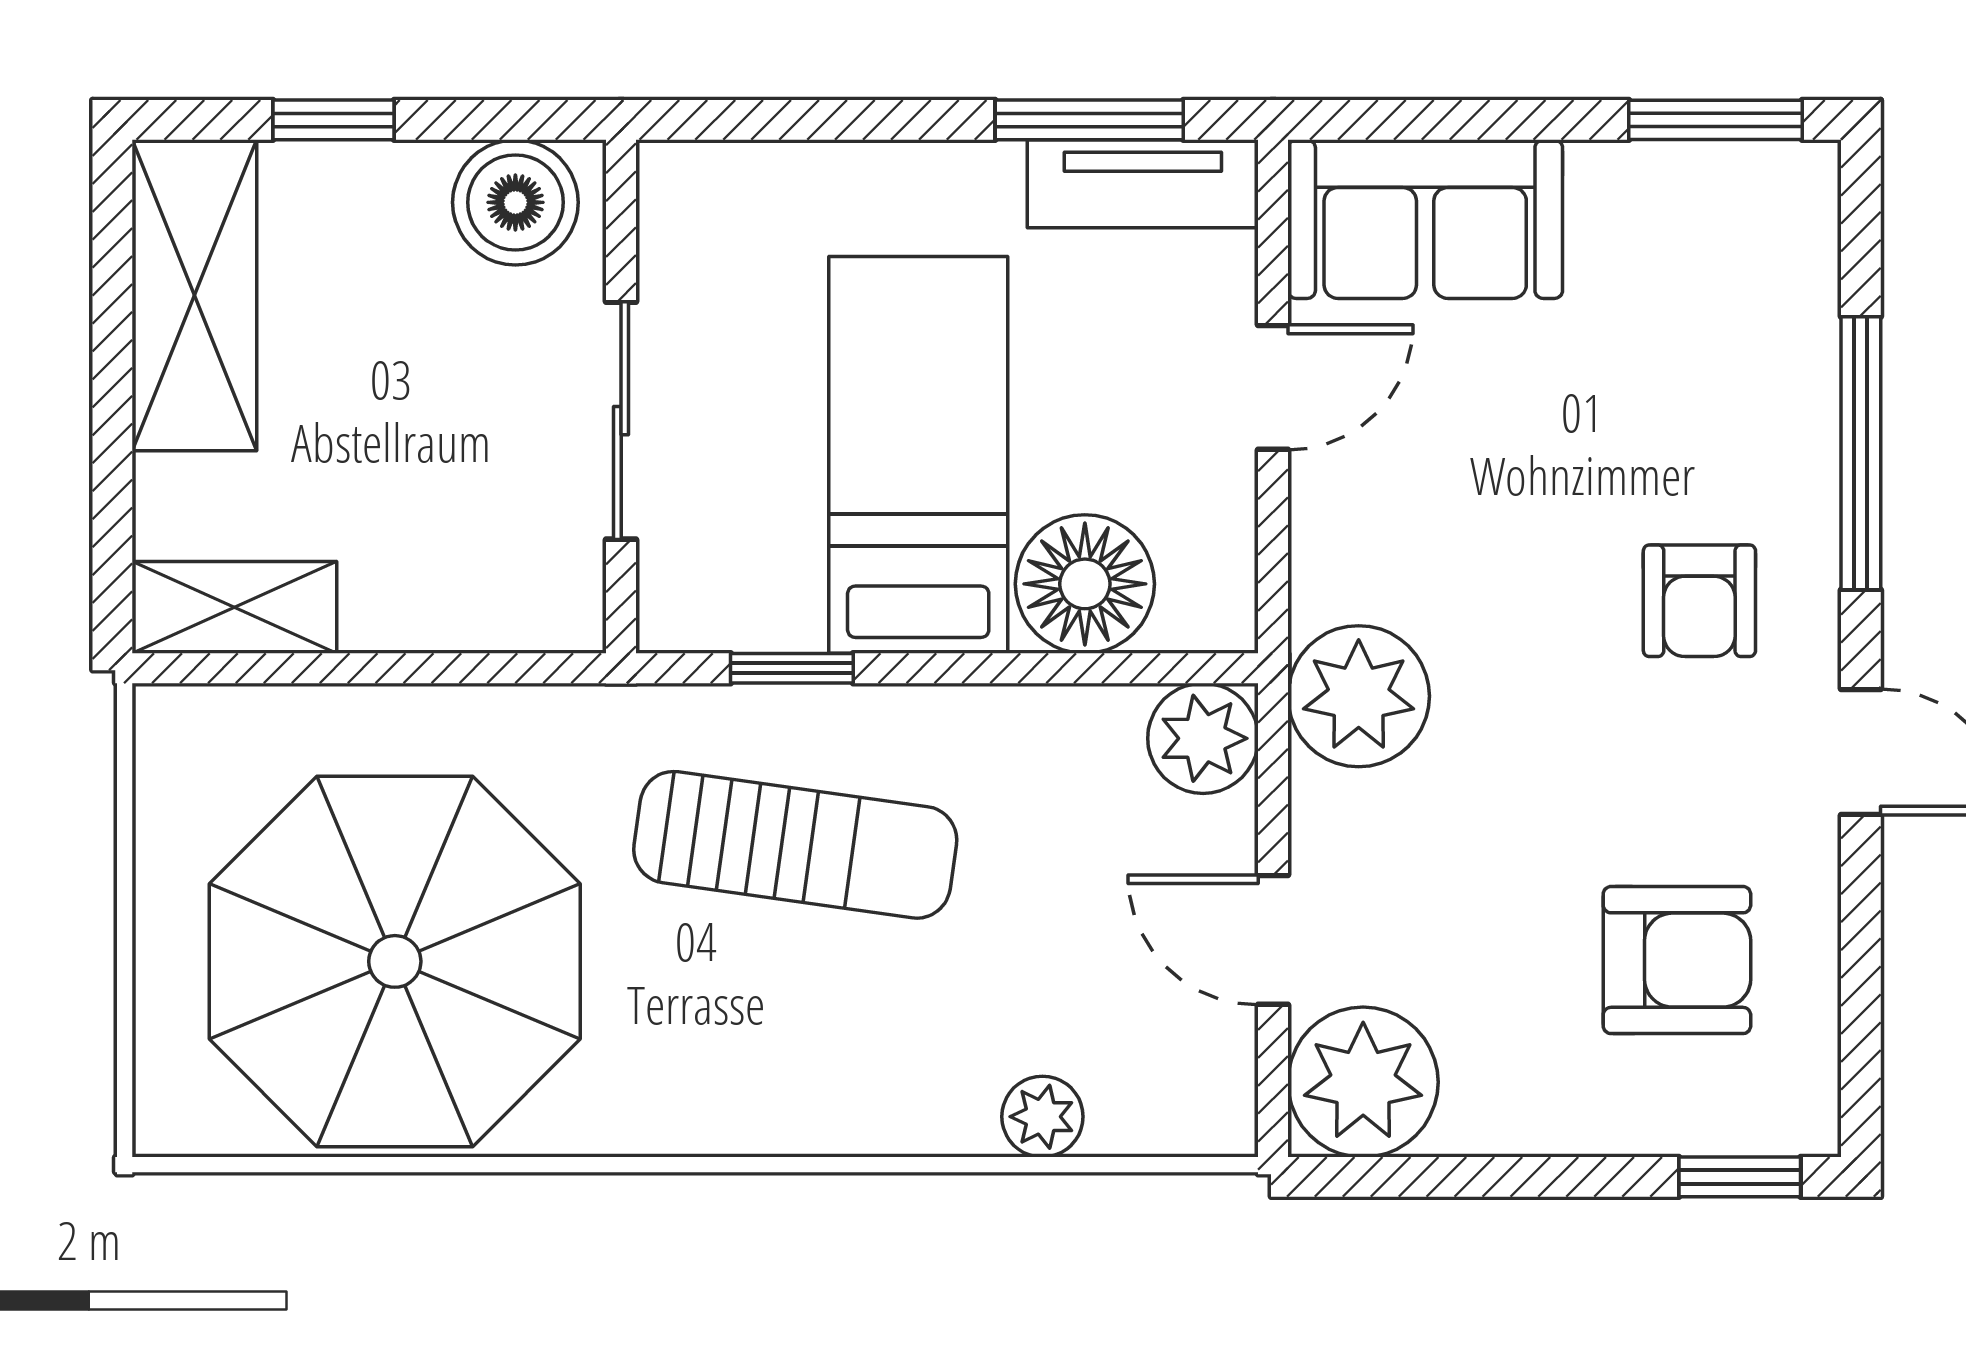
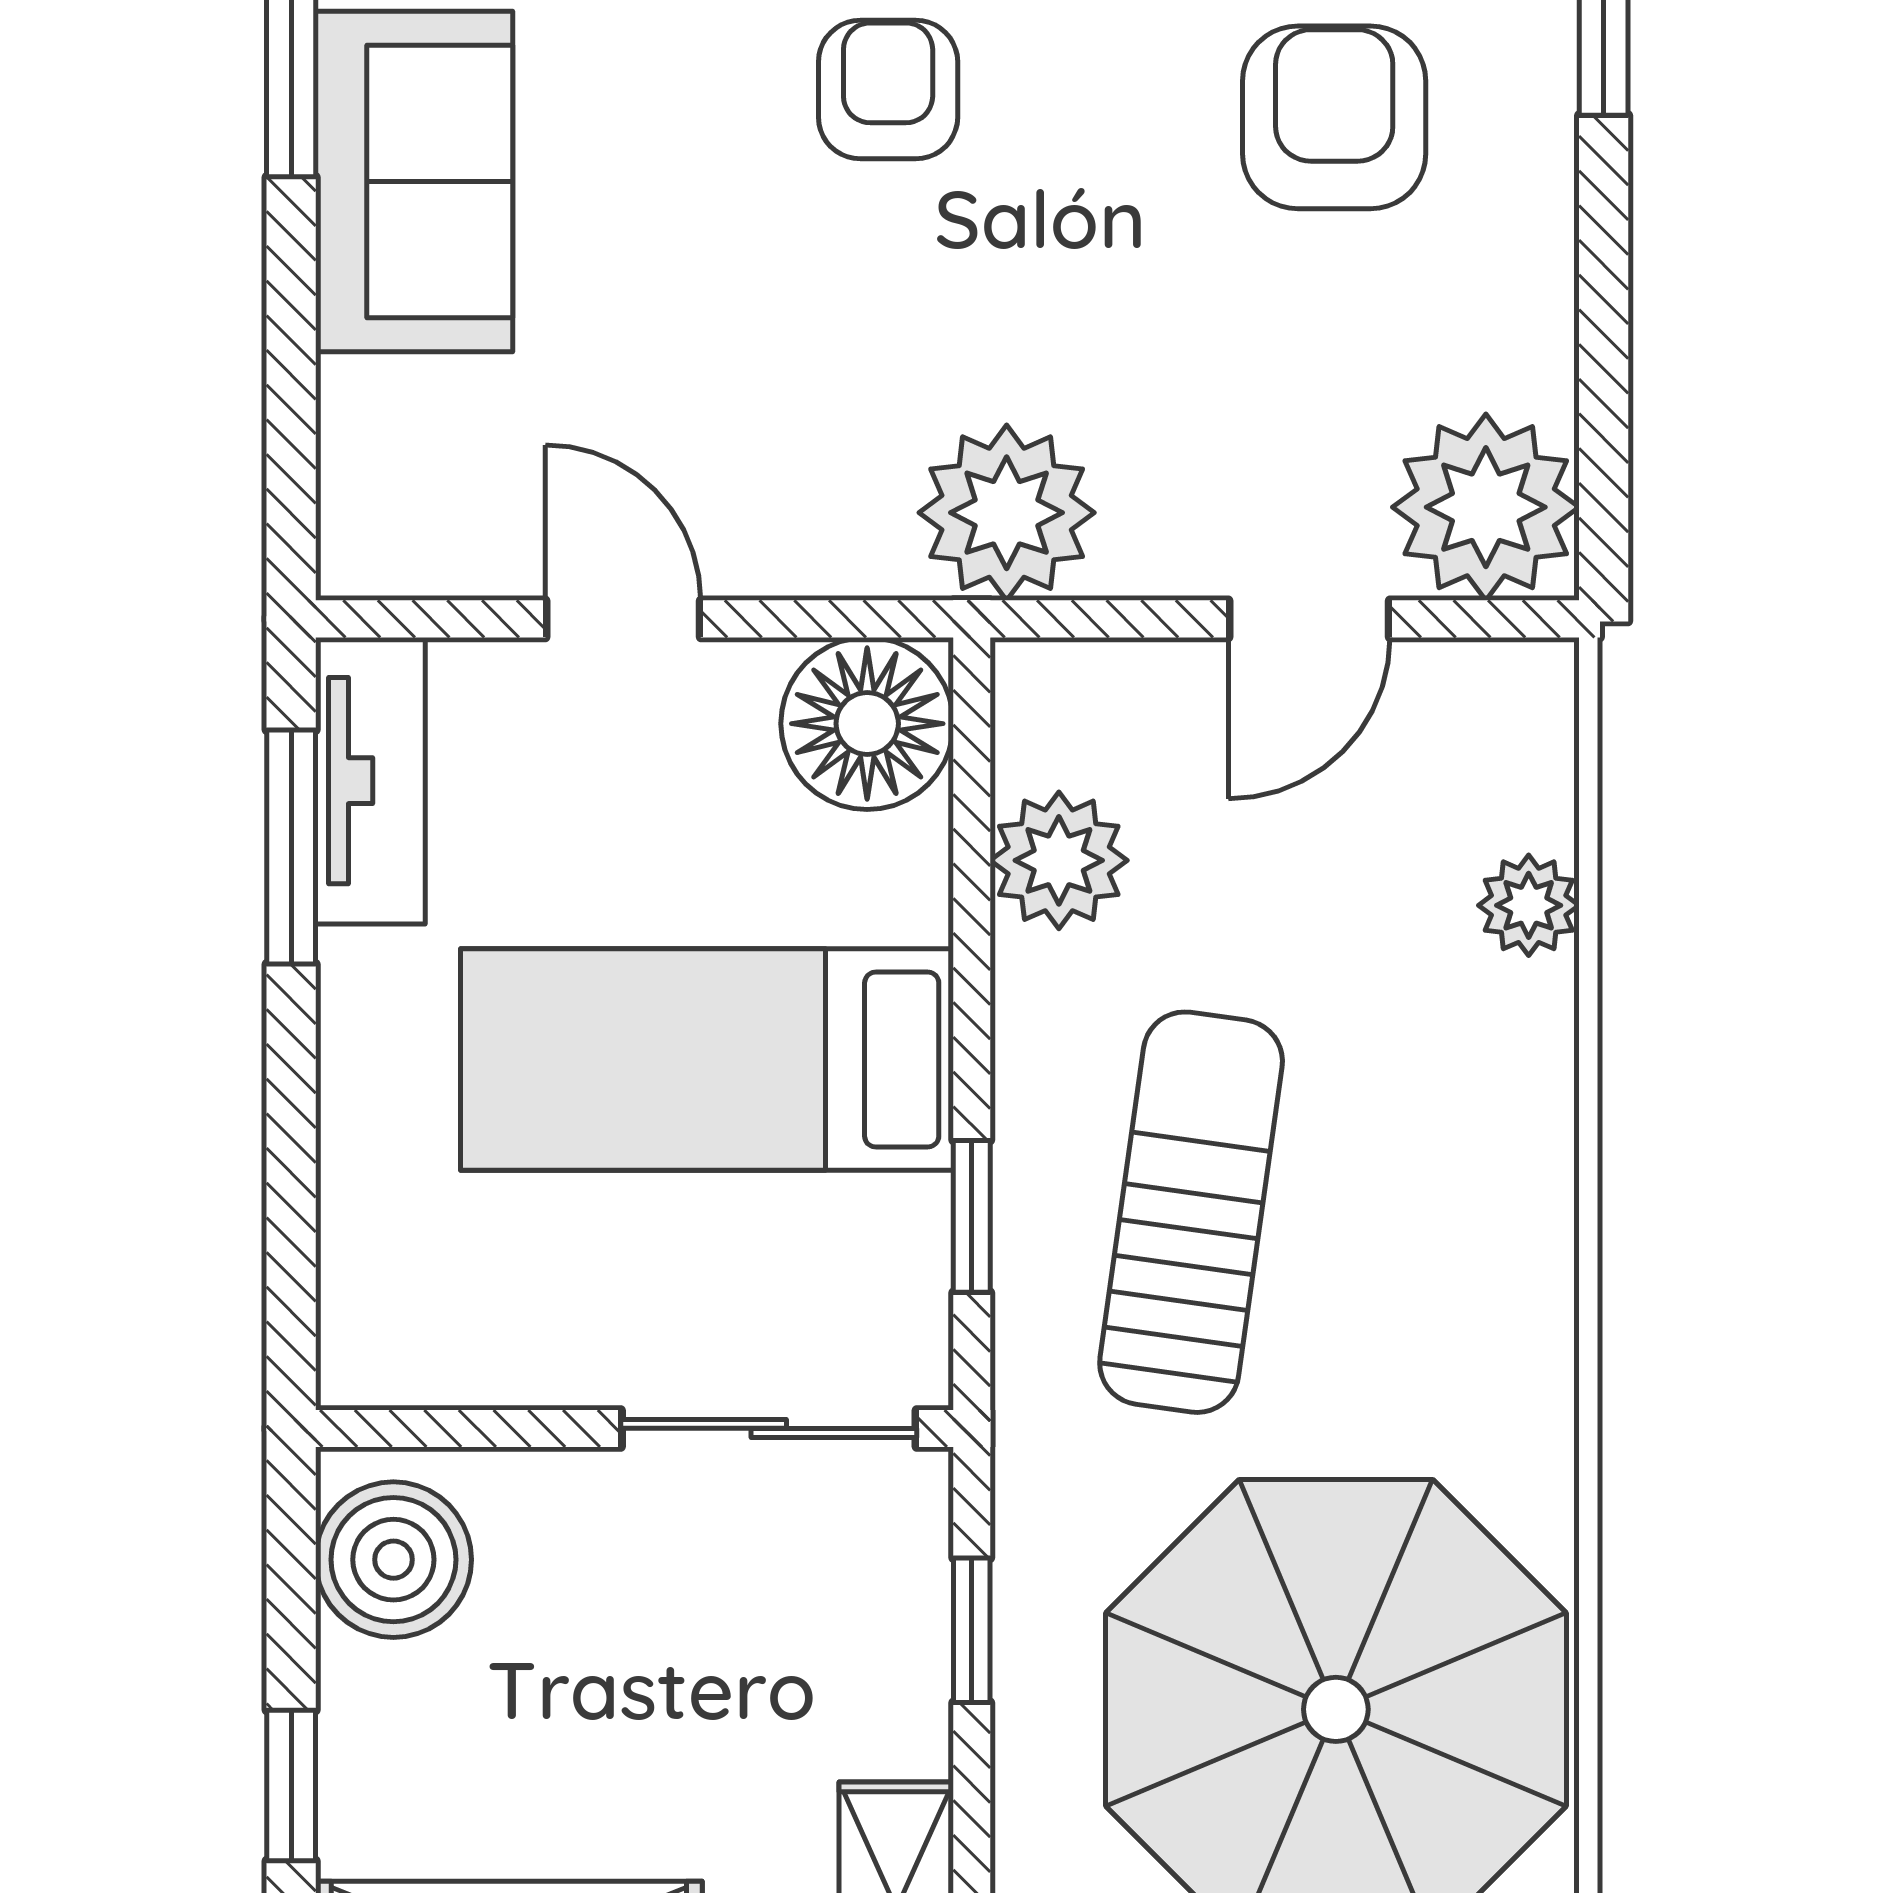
sofa: (1425, 219) -> (414, 181), moved
sliding door: (621, 421) -> (769, 1428), moved
floor lamp: (1085, 584) -> (867, 724), moved
armchair: (1699, 601) -> (888, 90), turned -90
window: (459, 668) -> (972, 1630), added
plant: (1203, 738) -> (1059, 860), moved

